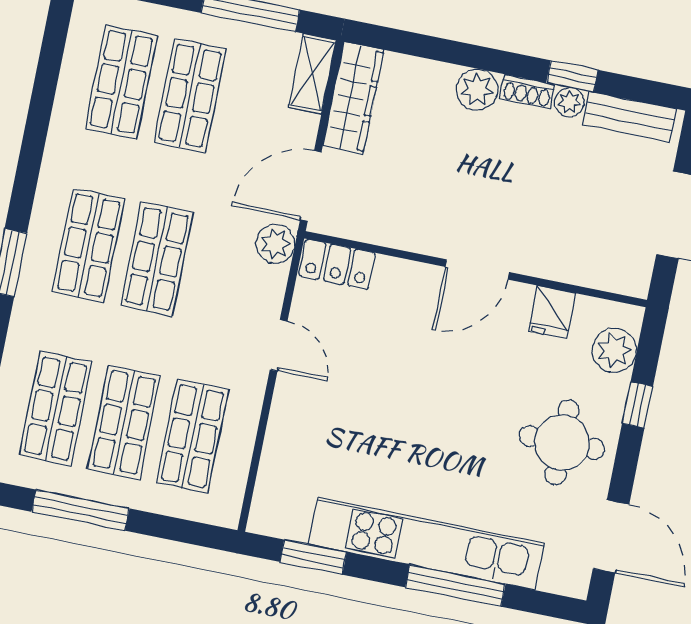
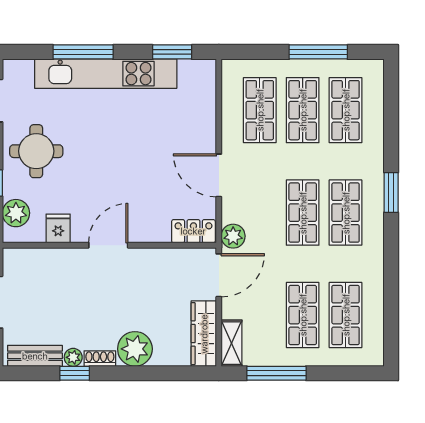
plant: (477, 90) -> (135, 349), width x1.36, depth x1.36
door: (279, 345) -> (219, 175), width x1.37

